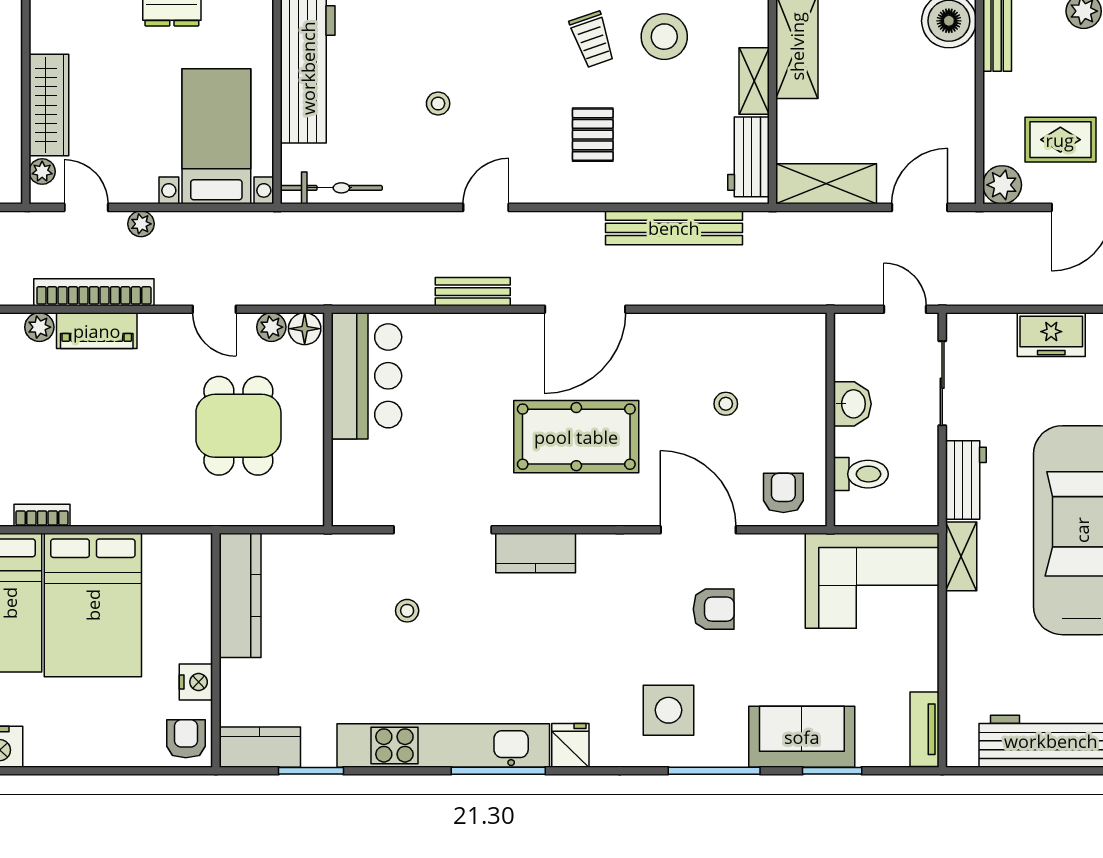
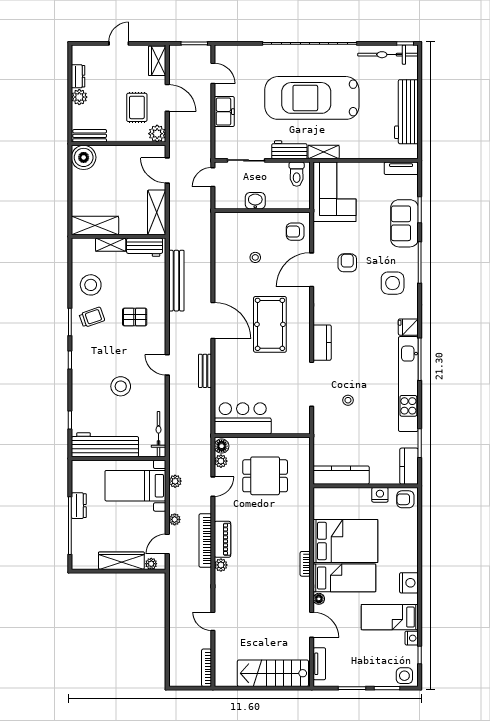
stool: (438, 104) -> (121, 386), width x1.89, depth x1.89
plant: (226, 225) -> (175, 481), added
toilet: (861, 474) -> (297, 174), moved, turned 180

